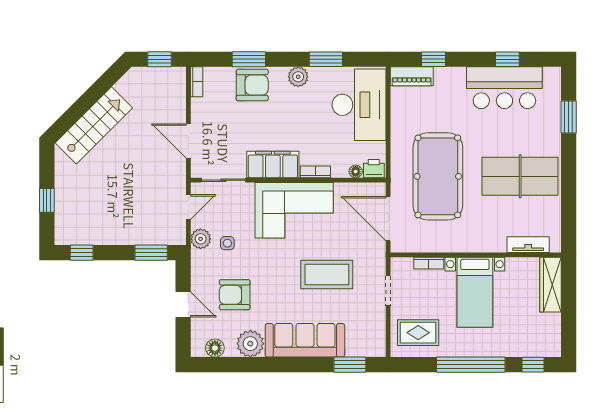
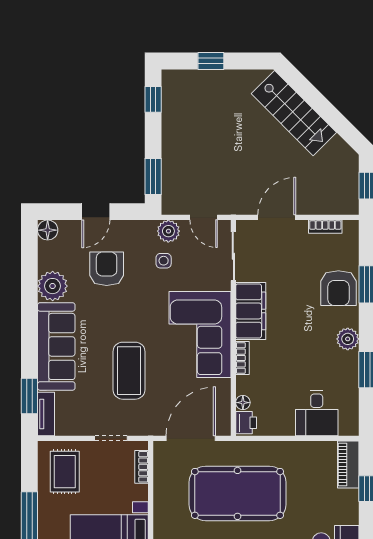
bookcase: (197, 82) -> (325, 227), moved
desk: (359, 105) -> (317, 413), width x0.53, depth x0.77
bookcase: (429, 263) -> (142, 467), moved
floor lamp: (215, 348) -> (48, 230), moved
tv unit: (366, 350) -> (46, 414), added

